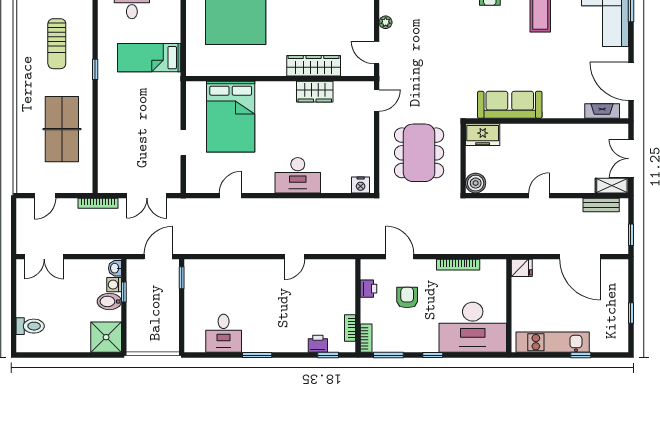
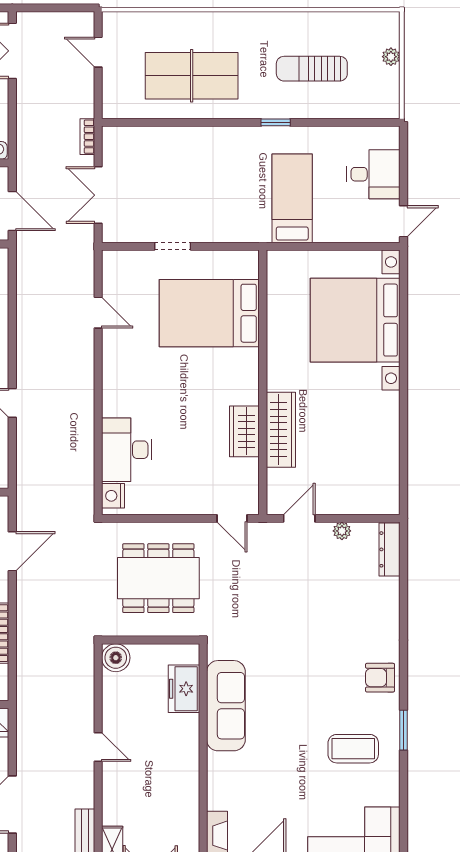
freezer: (483, 135) -> (184, 689), moved
desk: (298, 175) -> (127, 450), moved
bookcase: (98, 203) -> (87, 137), width x0.64

